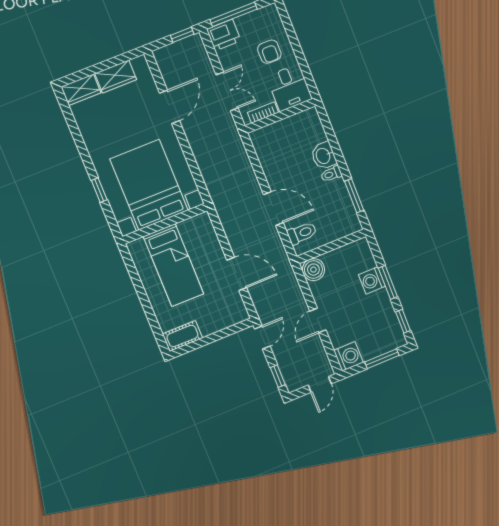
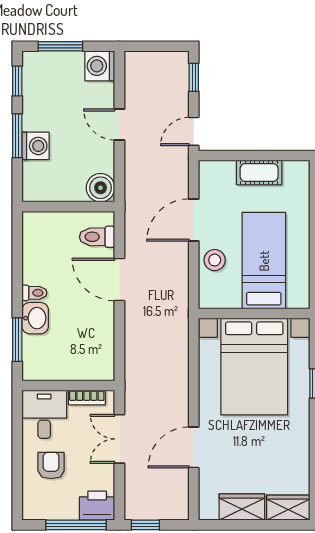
window: (354, 196) -> (17, 340), moved
stool: (210, 251) -> (215, 260), added
door: (237, 274) -> (194, 220), hinge flipped
door: (318, 321) -> (119, 125), swing flipped
cot: (182, 336) -> (259, 172), moved
door: (320, 384) -> (148, 46), removed

